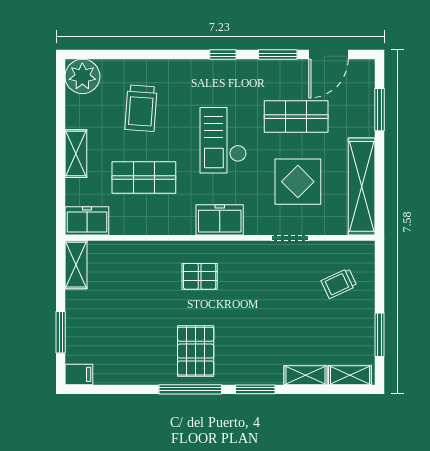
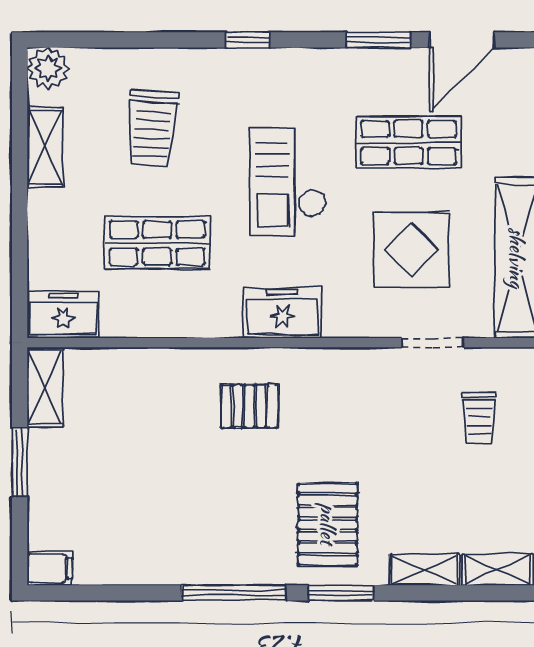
window: (223, 55) -> (248, 40), moved
plant: (82, 76) -> (48, 68), width x0.73, depth x0.73
shelving: (76, 154) -> (45, 147), moved
doorway: (290, 238) -> (433, 343), moved
trolley: (339, 283) -> (479, 418), turned -65
window: (61, 332) -> (20, 462), moved
pallet: (196, 351) -> (328, 524), moved

